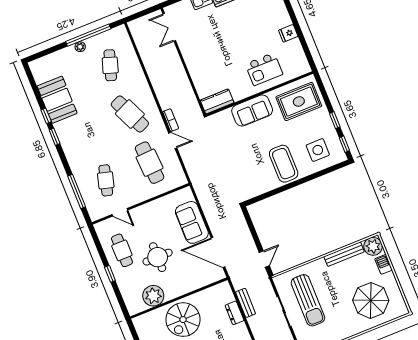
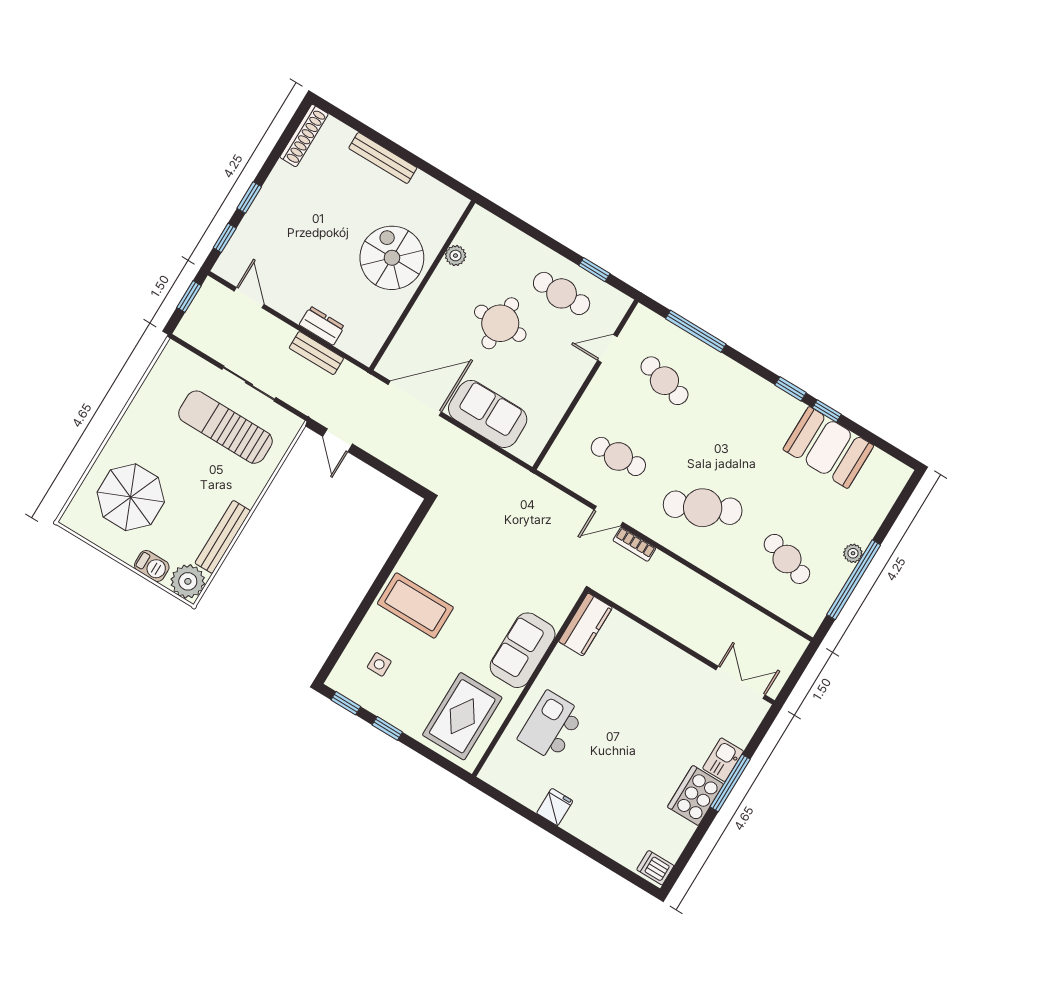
side table: (318, 150) -> (379, 664), width x0.54, depth x0.54
cafe table: (150, 163) -> (618, 456), width x0.73, depth x0.74
window: (110, 274) -> (594, 270), moved
plant: (153, 296) -> (455, 256), width x0.53, depth x0.53

